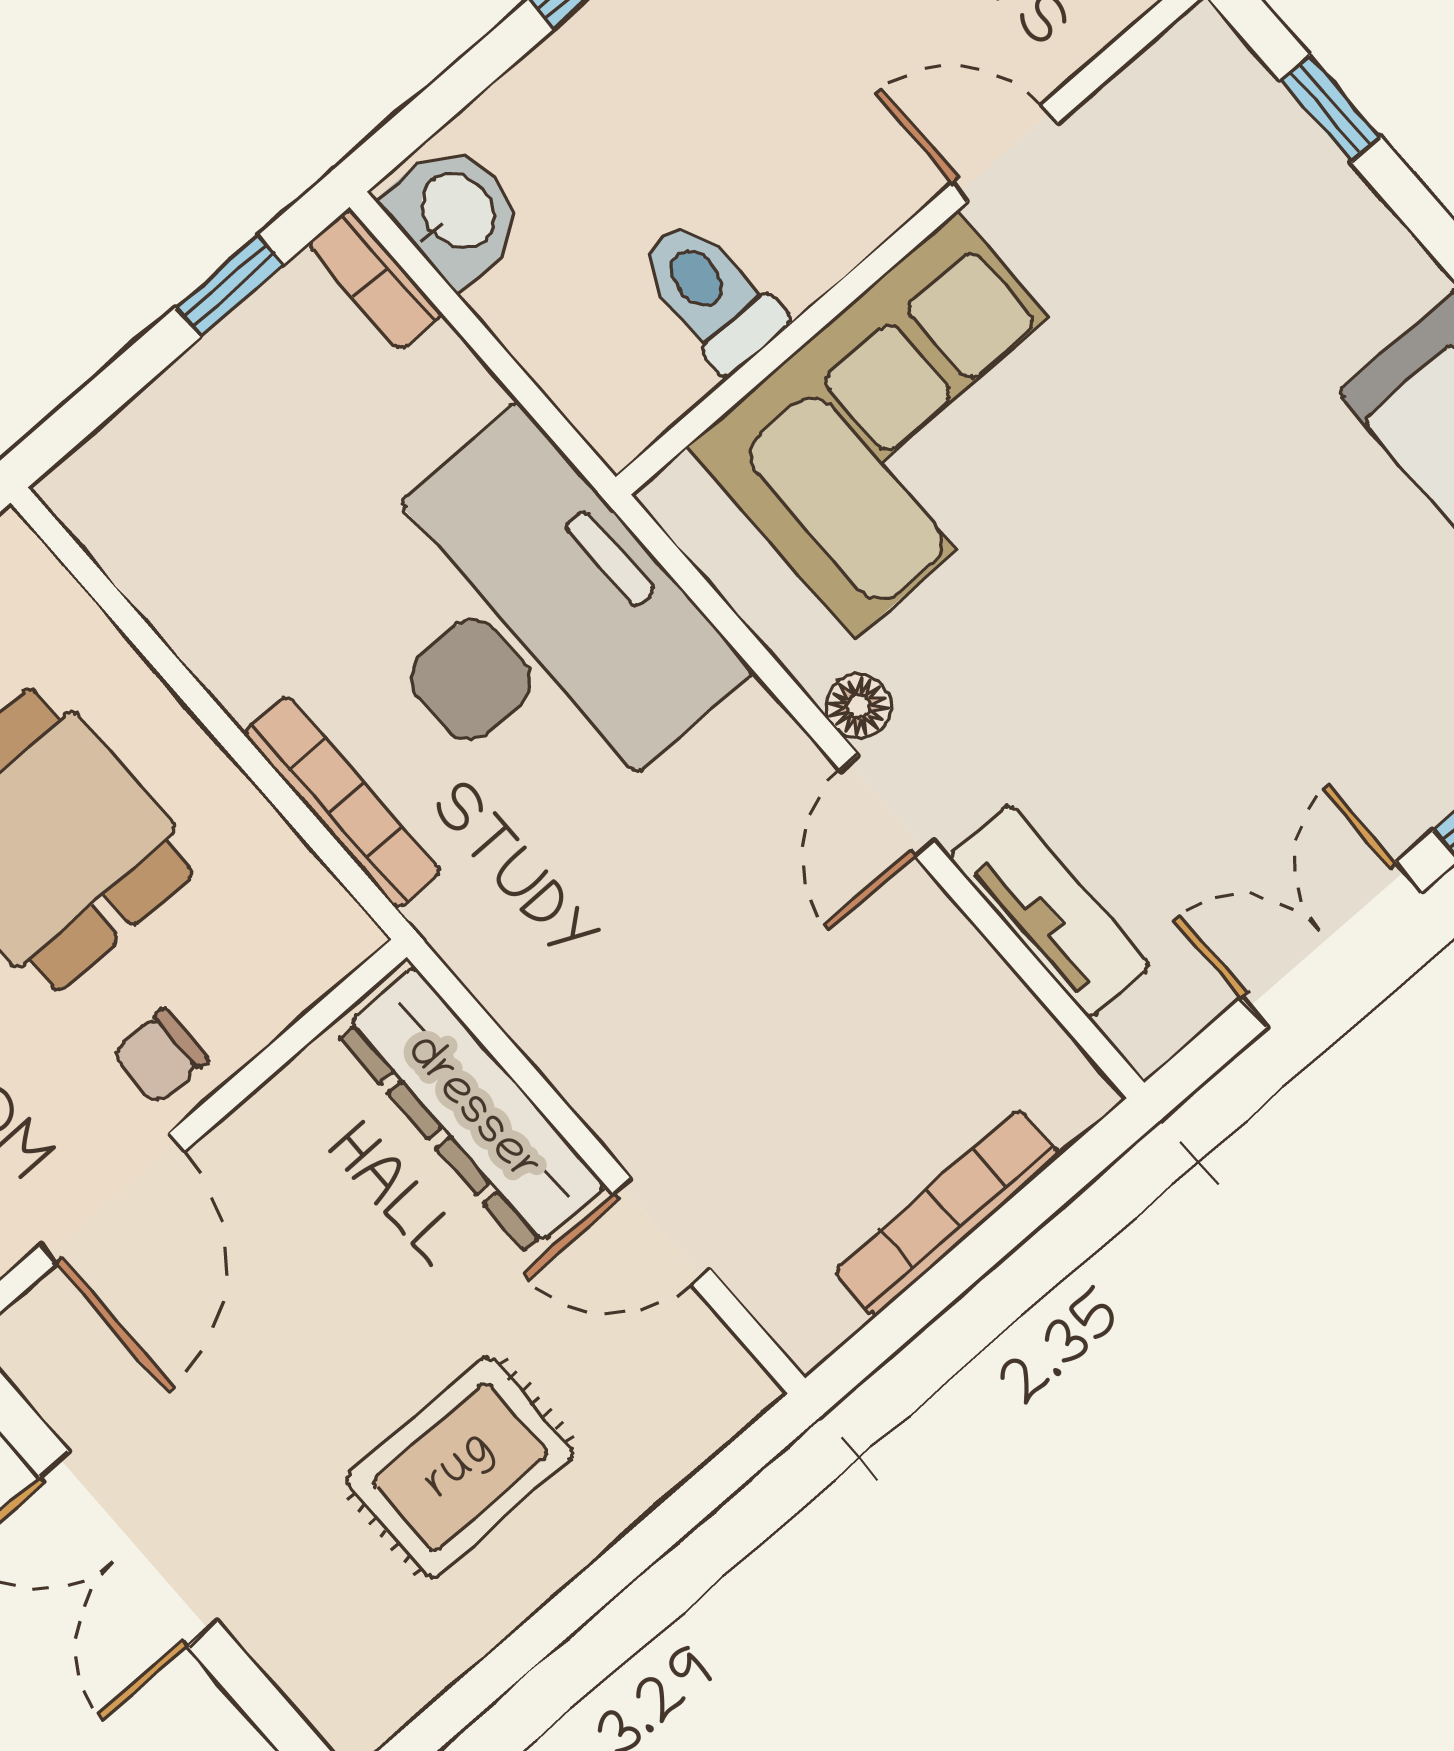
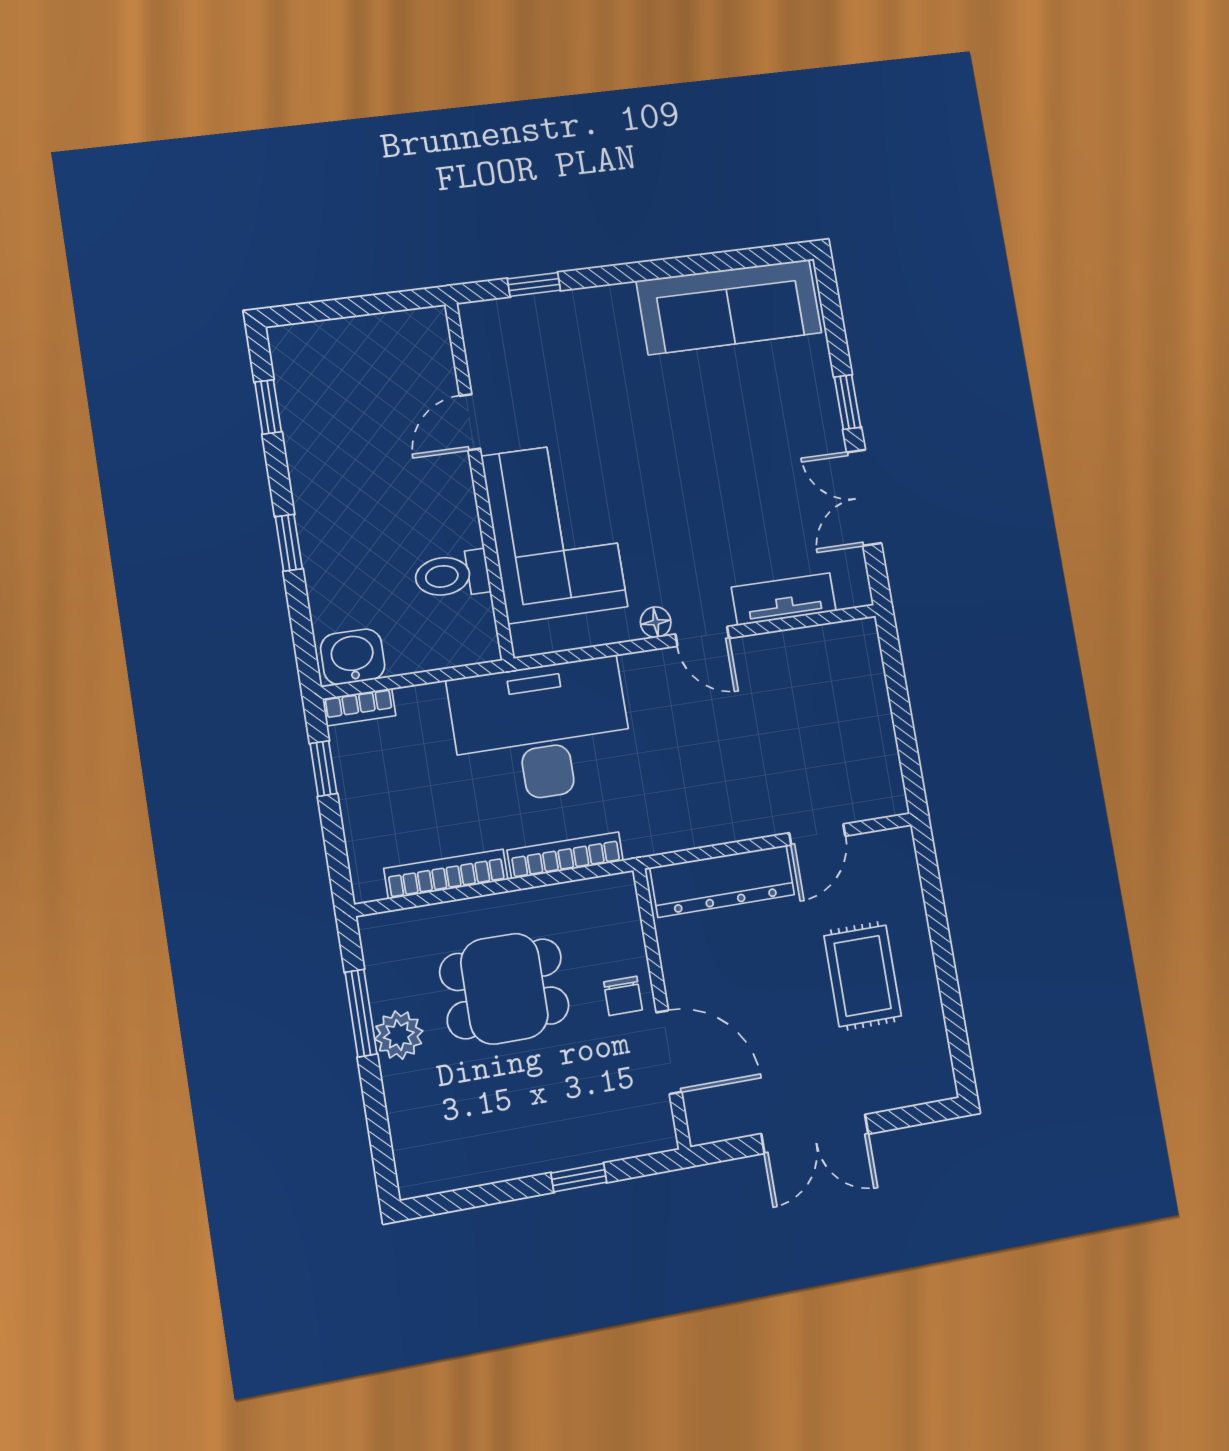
bookcase: (947, 1213) -> (446, 874), moved, turned 90

